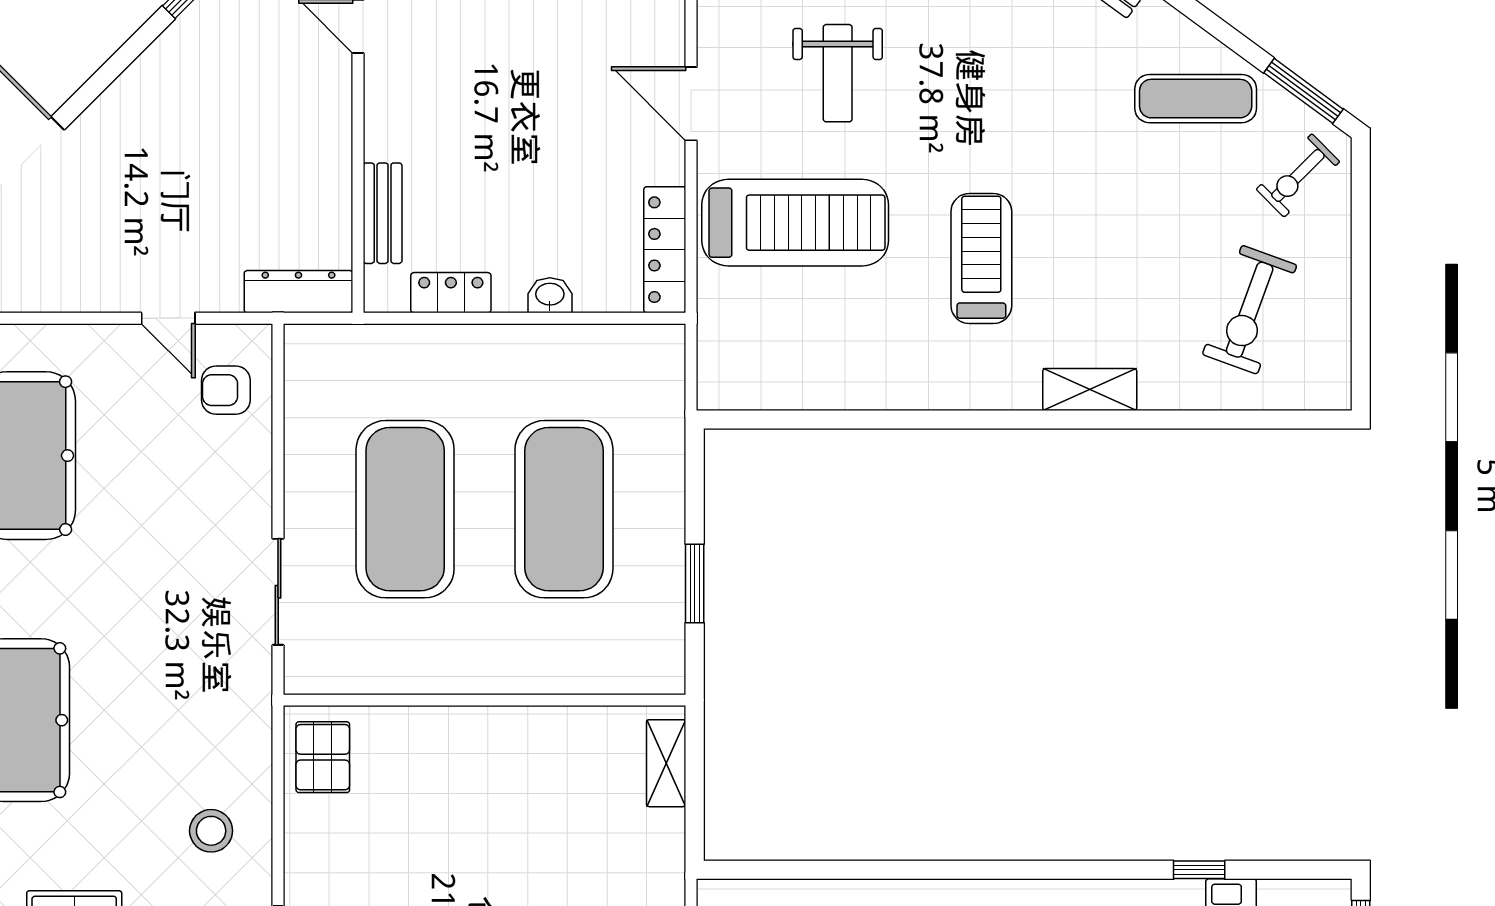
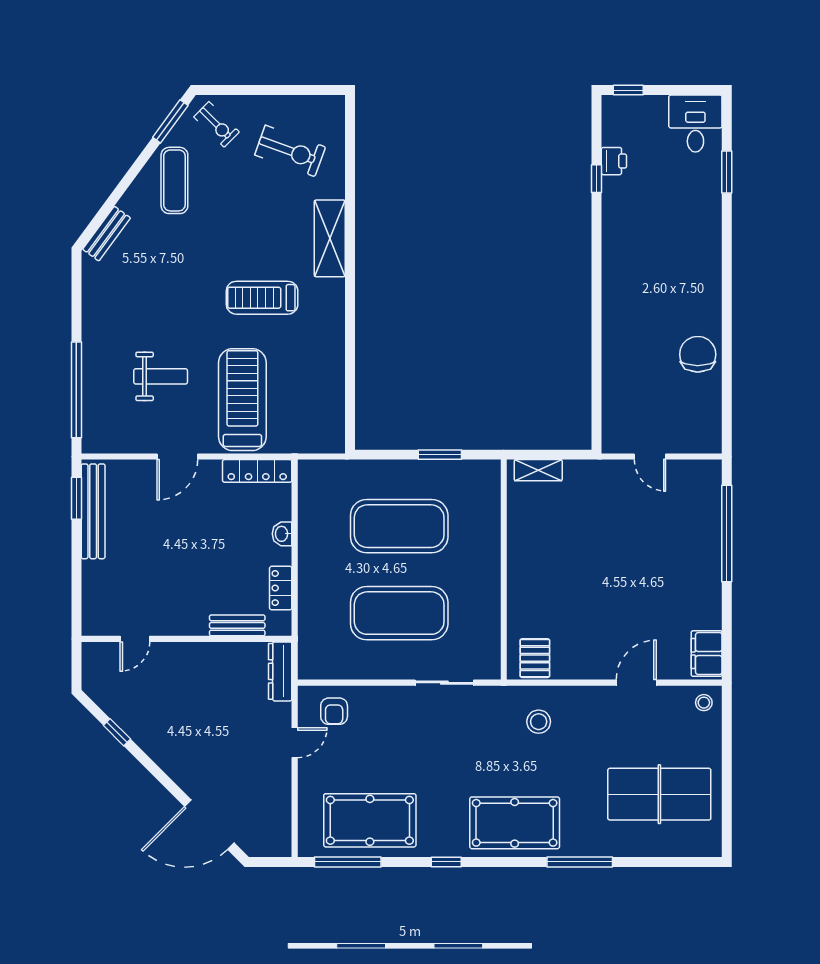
shelving: (1090, 389) -> (330, 238), width x1.50, depth x1.33
pallet: (323, 757) -> (535, 658), turned 90
stool: (211, 831) -> (539, 722), moved

